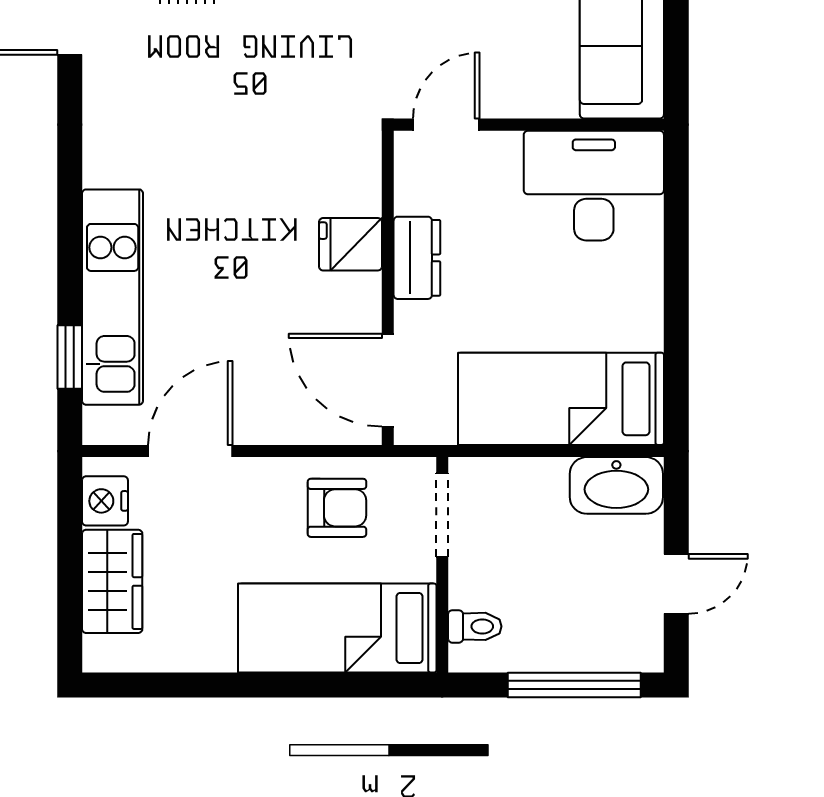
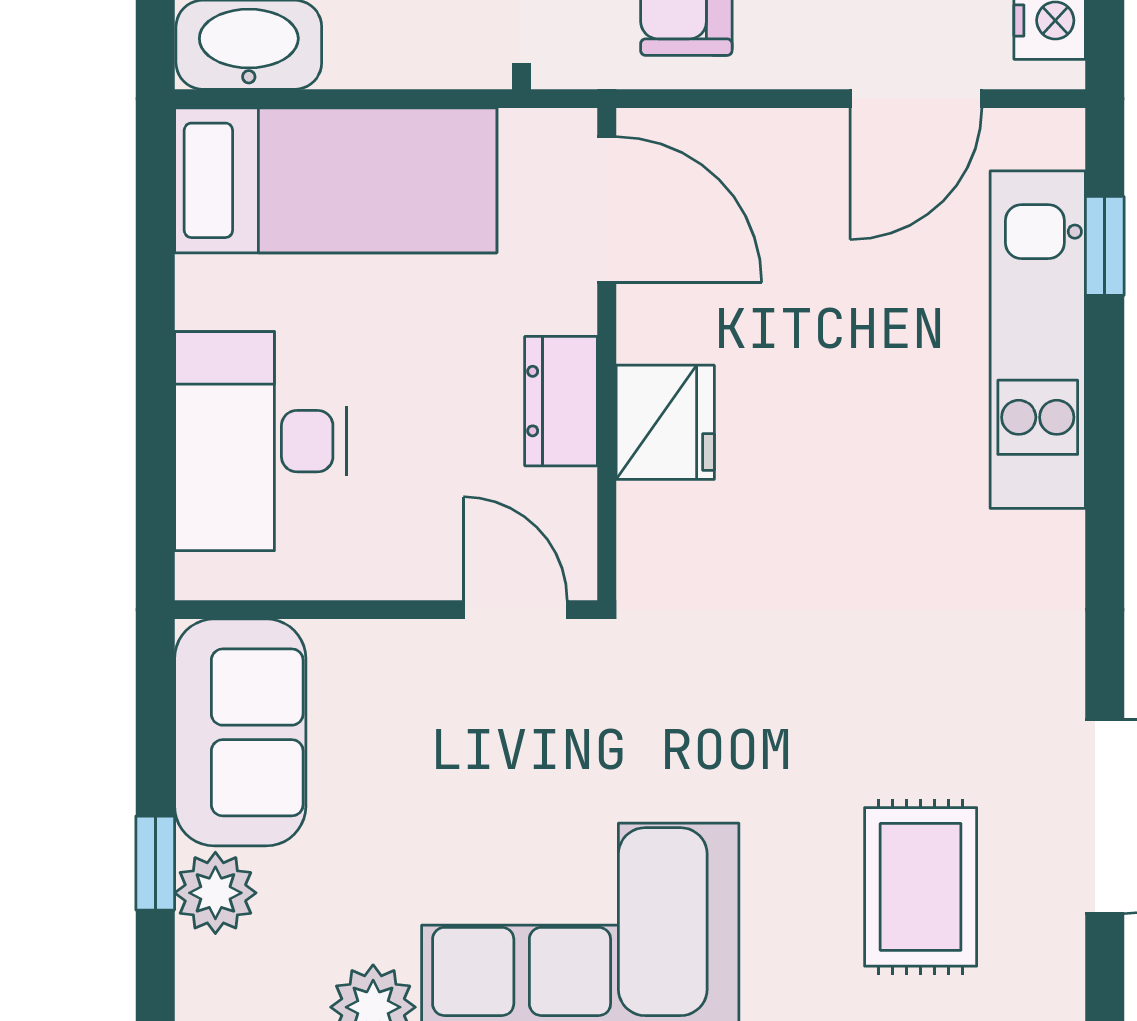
door: (446, 125) -> (515, 610), swing flipped
desk: (594, 186) -> (261, 441), moved, turned 90
fridge: (350, 244) -> (665, 422), width x1.38

